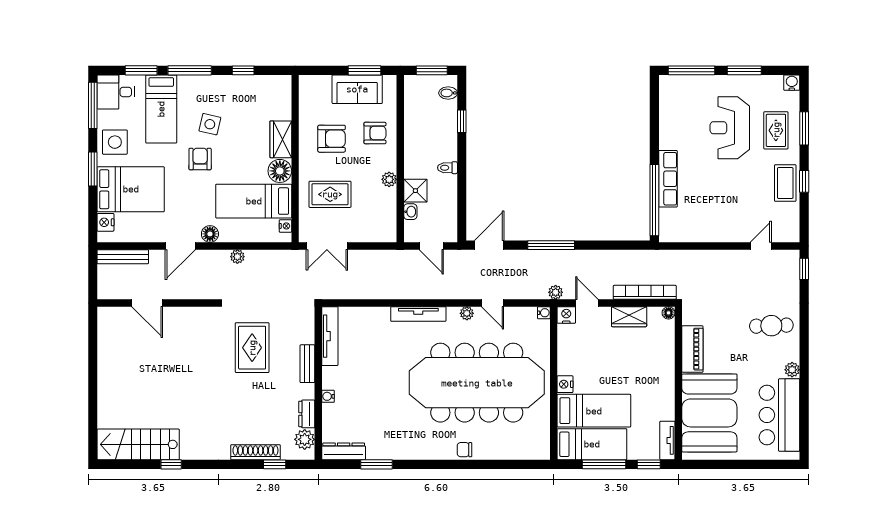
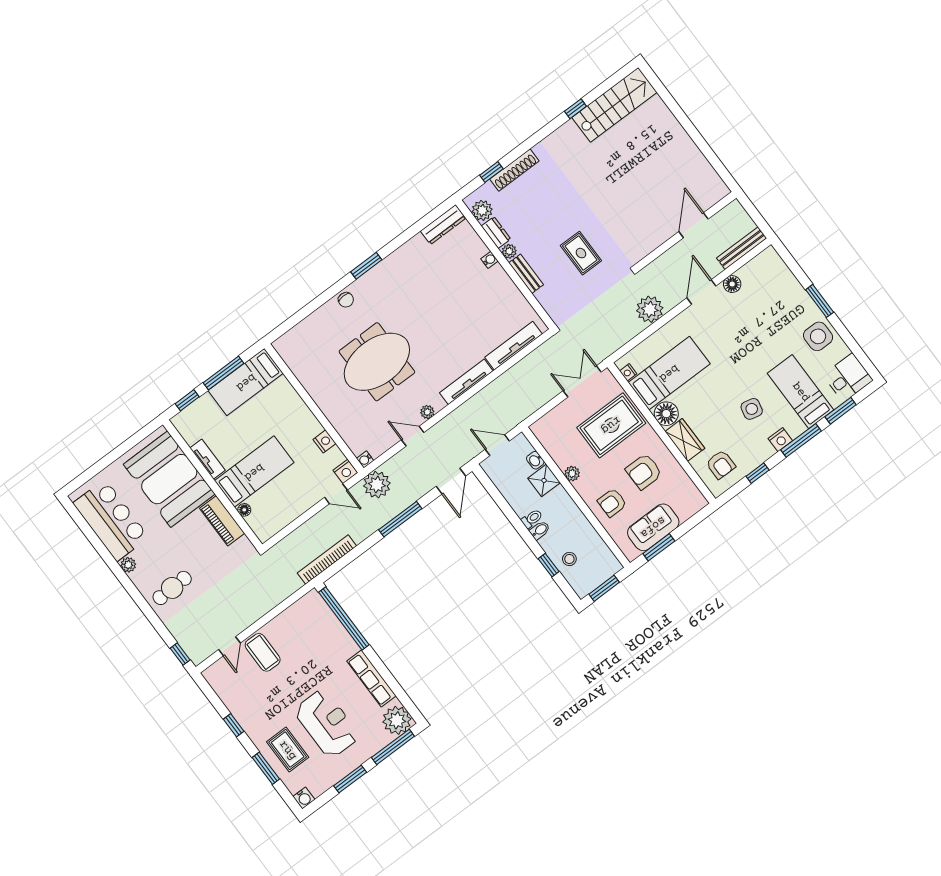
plant: (673, 89) -> (397, 720), added
bidet: (448, 93) -> (540, 530), moved
window: (93, 105) -> (858, 353), removed
stool: (442, 114) -> (569, 559), added
armchair: (200, 159) -> (721, 465), moved
row of seats: (668, 179) -> (371, 678), moved
coffee table: (785, 183) -> (263, 652), moved
bed: (131, 189) -> (776, 308), removed
rug: (330, 194) -> (611, 425), width x1.36, depth x1.43
nightstand: (105, 222) -> (780, 440), moved, turned 90
floor lamp: (210, 234) -> (732, 284), moved
plant: (237, 257) -> (650, 309), width x1.87, depth x1.87
plant: (556, 292) -> (377, 485), width x1.87, depth x1.87
bookcase: (645, 292) -> (327, 559), moved, turned 180
door: (147, 303) -> (694, 225), hinge flipped
floor lamp: (669, 313) -> (244, 510), moved
wardrobe: (629, 317) -> (293, 508), removed
tv unit: (330, 336) -> (514, 346), moved, turned 90
rug: (252, 348) -> (581, 253), width x0.73, depth x0.70
meeting table: (477, 383) -> (377, 362), width x0.54, depth x0.79
nightstand: (565, 384) -> (325, 441), moved
plant: (308, 391) -> (509, 251), added
bed: (594, 411) -> (254, 472), moved, turned 180
tv unit: (667, 440) -> (208, 459), moved
chair: (465, 450) -> (346, 300), turned 90
window: (377, 464) -> (366, 266), moved

